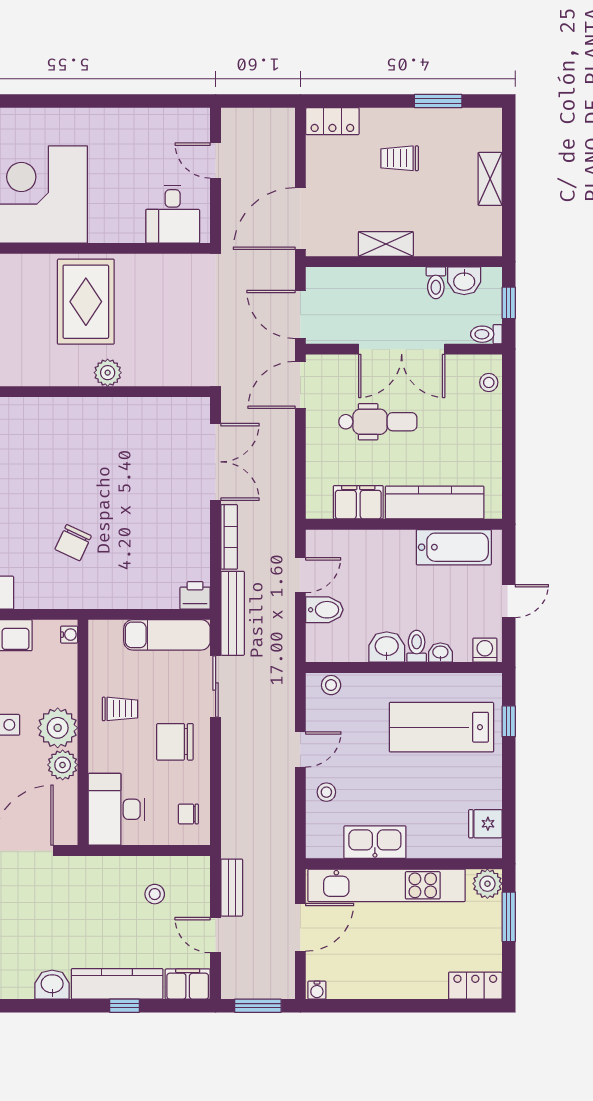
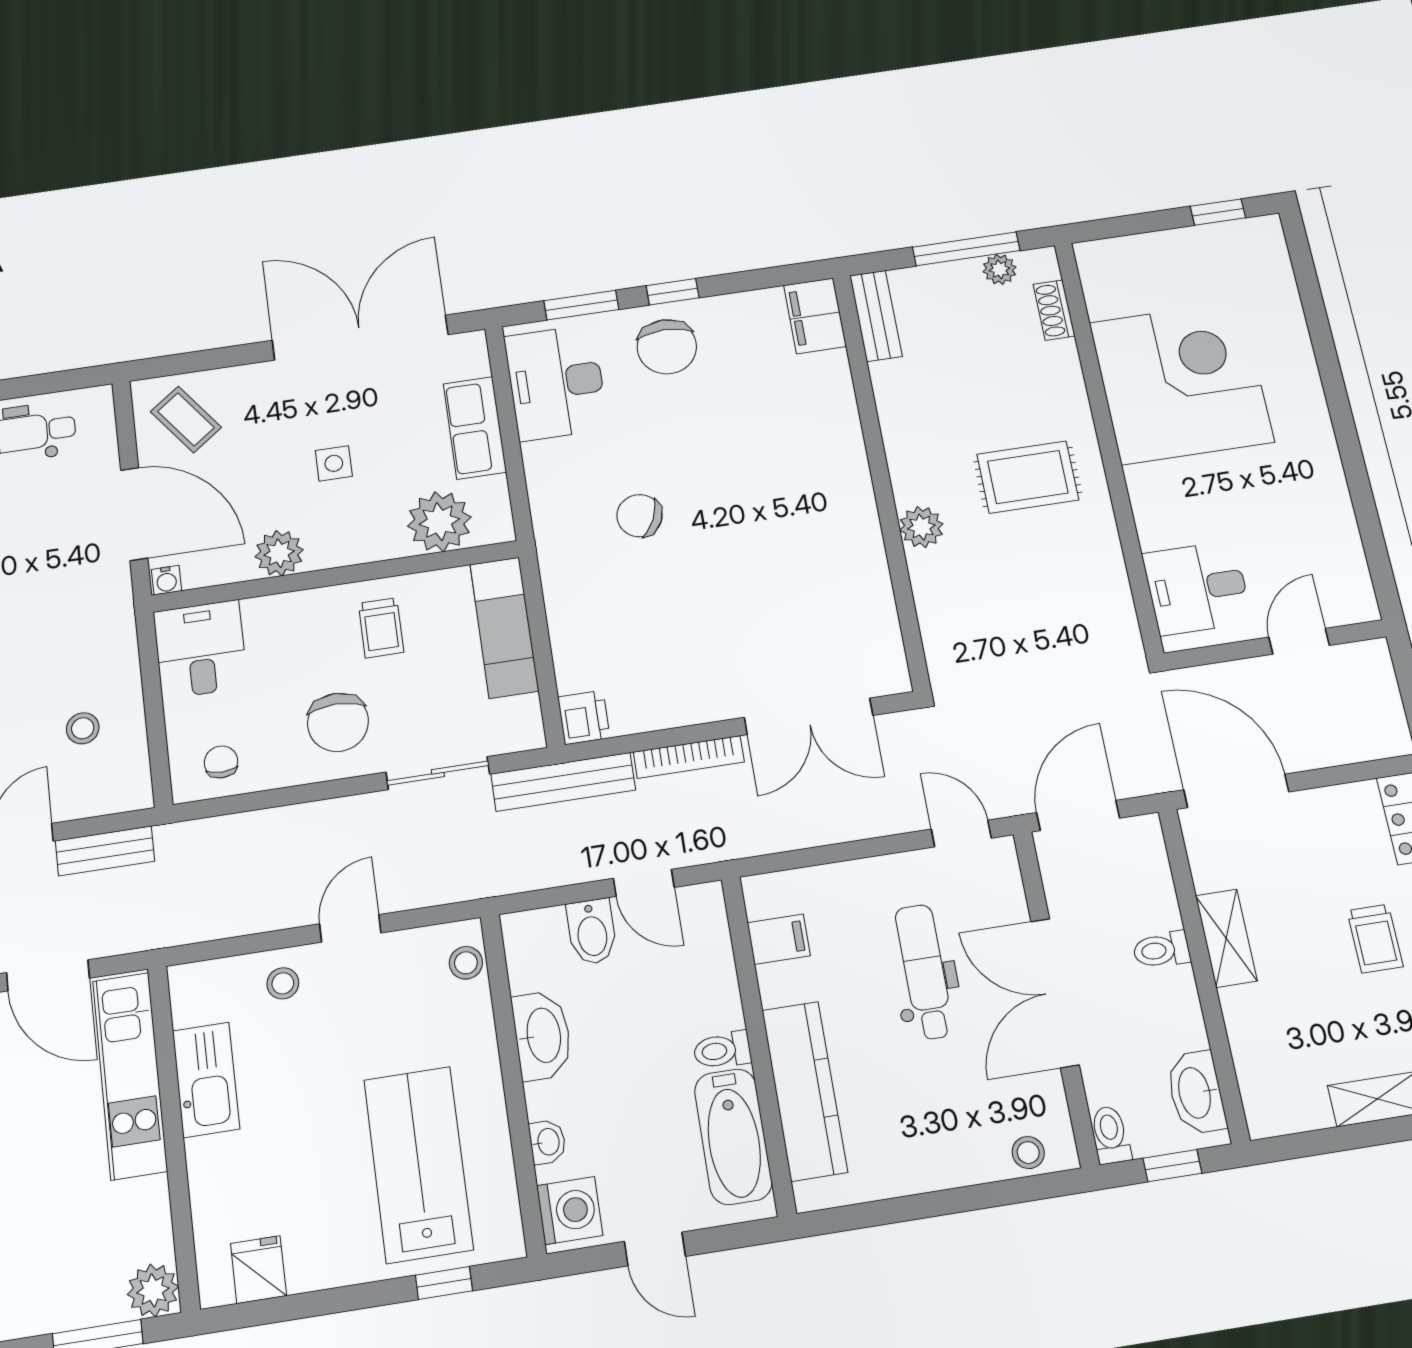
trolley: (400, 158) -> (1375, 939), turned 180
washbasin: (464, 281) -> (1196, 1093), width x1.38
toilet: (436, 283) -> (1161, 950), moved
rug: (86, 302) -> (1028, 477), width x0.73, depth x0.70
door: (300, 385) -> (961, 834), width x0.73
dental chair: (378, 422) -> (924, 972), turned 180
filing cabinet: (358, 502) -> (779, 939), width x0.50
water cooler: (69, 635) -> (166, 580), moved
exam couch: (167, 635) -> (504, 627), moved
toilet: (417, 646) -> (722, 1050), moved, turned 180
washbasin: (387, 647) -> (542, 1035), width x1.38
washing machine: (485, 650) -> (570, 1211), width x1.38, depth x1.38
plant: (58, 728) -> (439, 522), moved
chair: (175, 742) -> (338, 722), turned 180
door: (300, 749) -> (350, 928), swing flipped
desk: (116, 809) -> (200, 649), width x0.73
kitchen unit: (387, 885) -> (130, 1075), width x0.73

